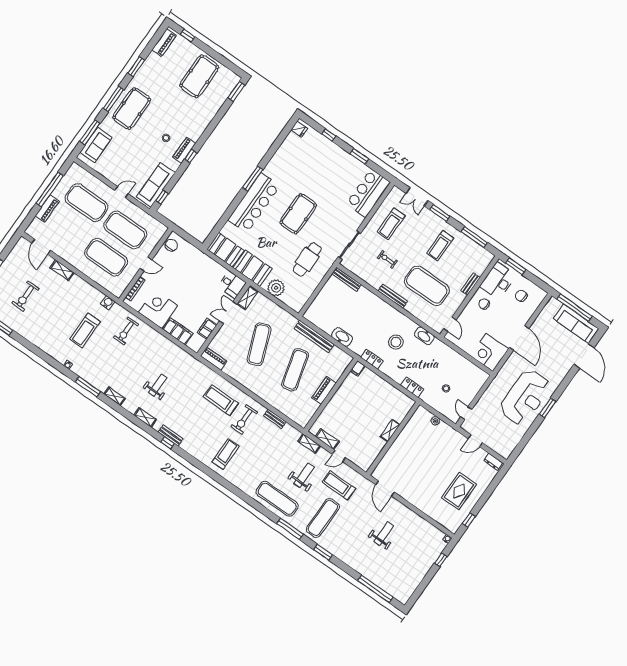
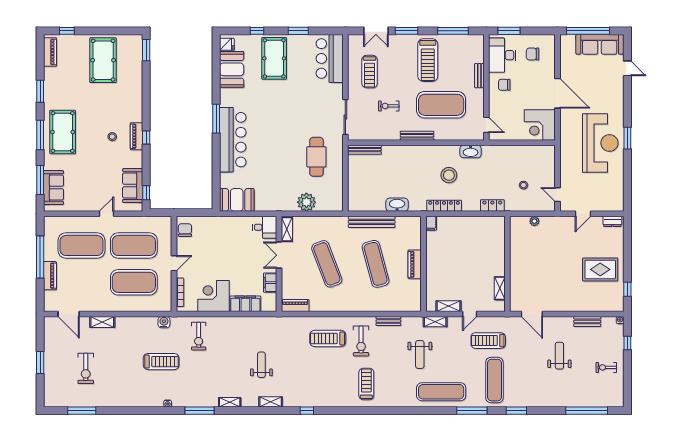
sofa: (156, 185) -> (133, 186), width x0.73
pool table: (298, 214) -> (274, 58), moved
treadmill: (440, 246) -> (428, 60), width x1.37, depth x1.38
booth: (253, 268) -> (232, 69), moved, turned 90
treadmill: (85, 330) -> (161, 362), turned -90
door: (584, 356) -> (627, 68), width x0.53
locker: (372, 359) -> (444, 206), width x1.53
shelving: (390, 431) -> (500, 288), moved
bench: (171, 435) -> (587, 321), moved
weight bench: (304, 475) -> (420, 354), moved, turned 180
rug: (459, 491) -> (600, 269), turned 90
exercise bike: (412, 567) -> (606, 367), added

